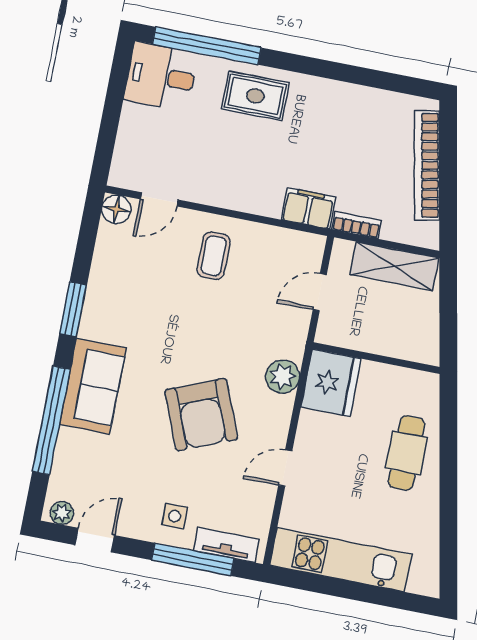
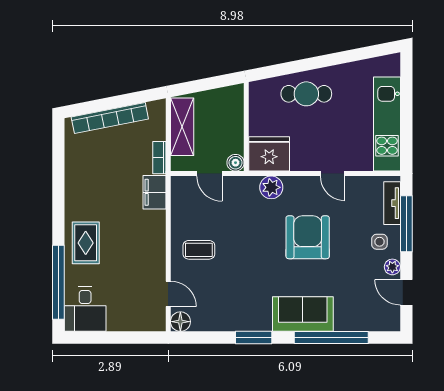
boiler: (328, 332) -> (236, 163), added
armchair: (201, 415) -> (308, 237), turned -68
plant: (62, 513) -> (392, 267), moved

